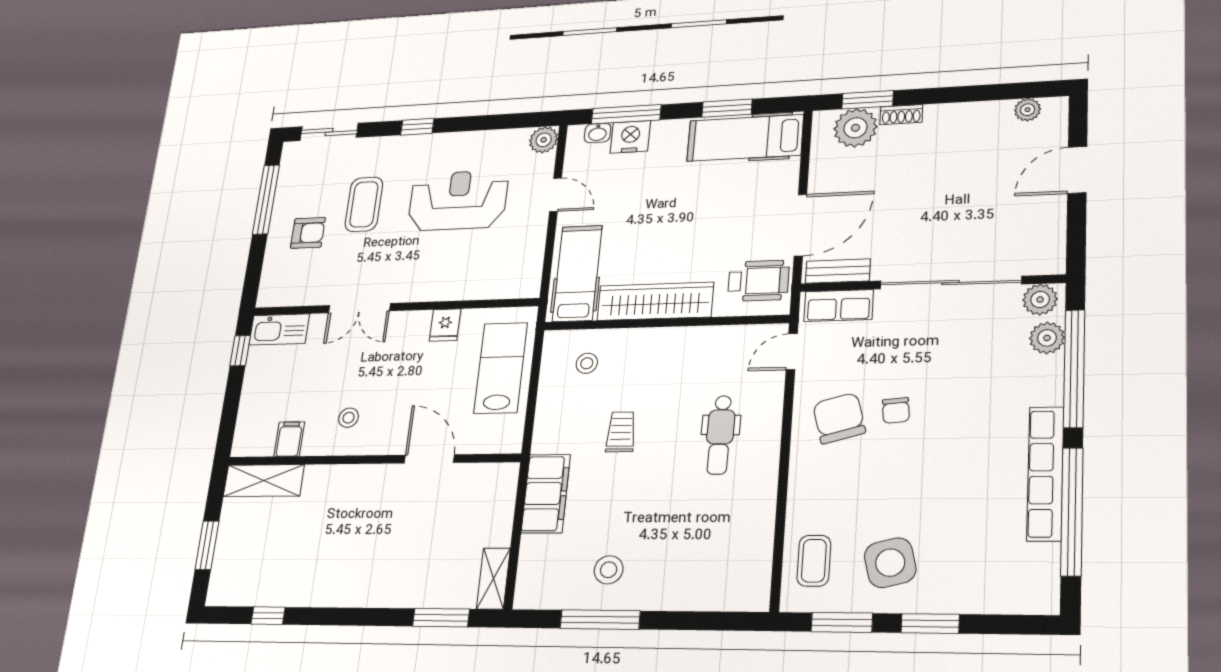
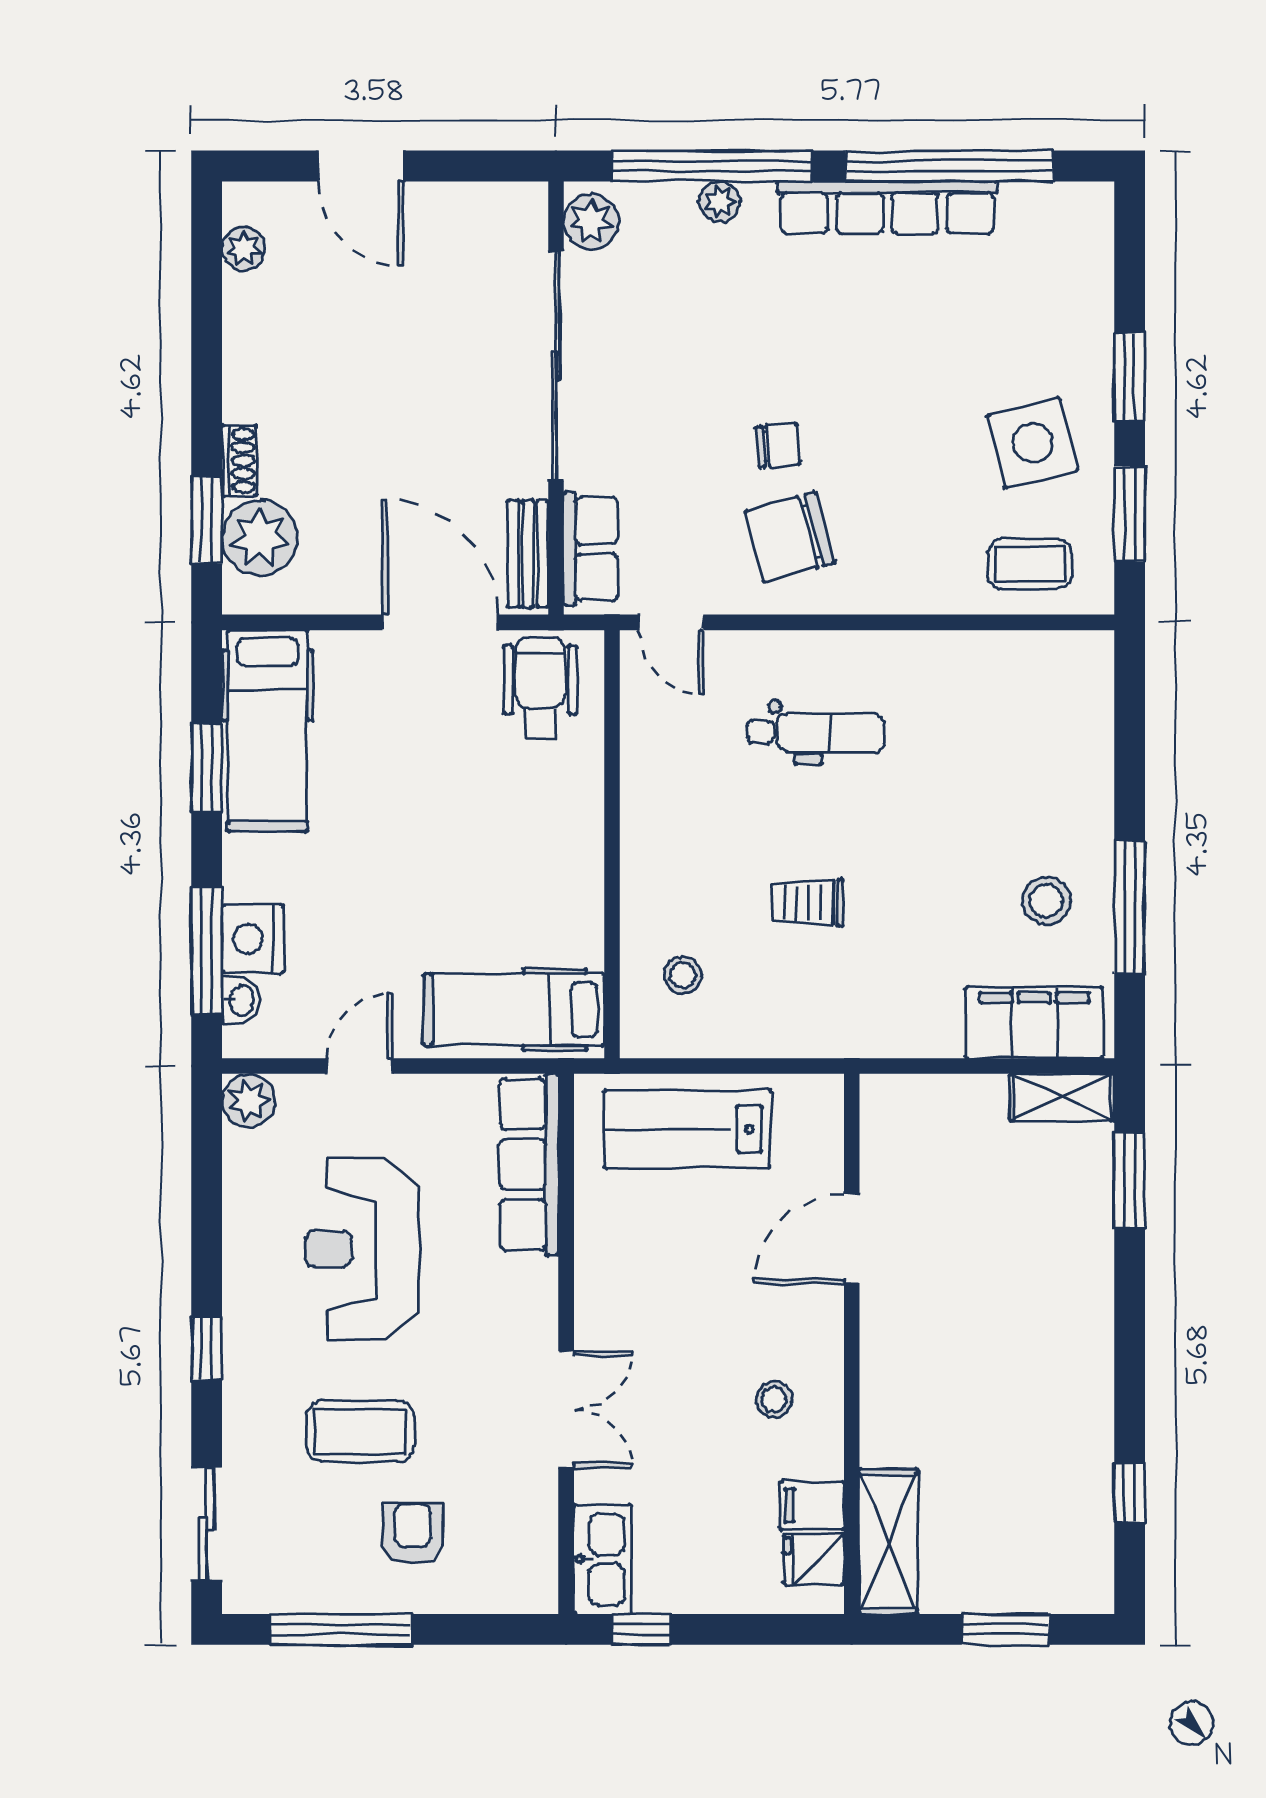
row of seats: (492, 284) -> (529, 1164), added
wardrobe: (655, 301) -> (572, 865), removed
fridge: (445, 325) -> (814, 1559), moved, turned 180
plant: (1047, 338) -> (720, 202), moved, width x0.73, depth x0.73
filing cabinet: (546, 494) -> (1034, 1023), moved

